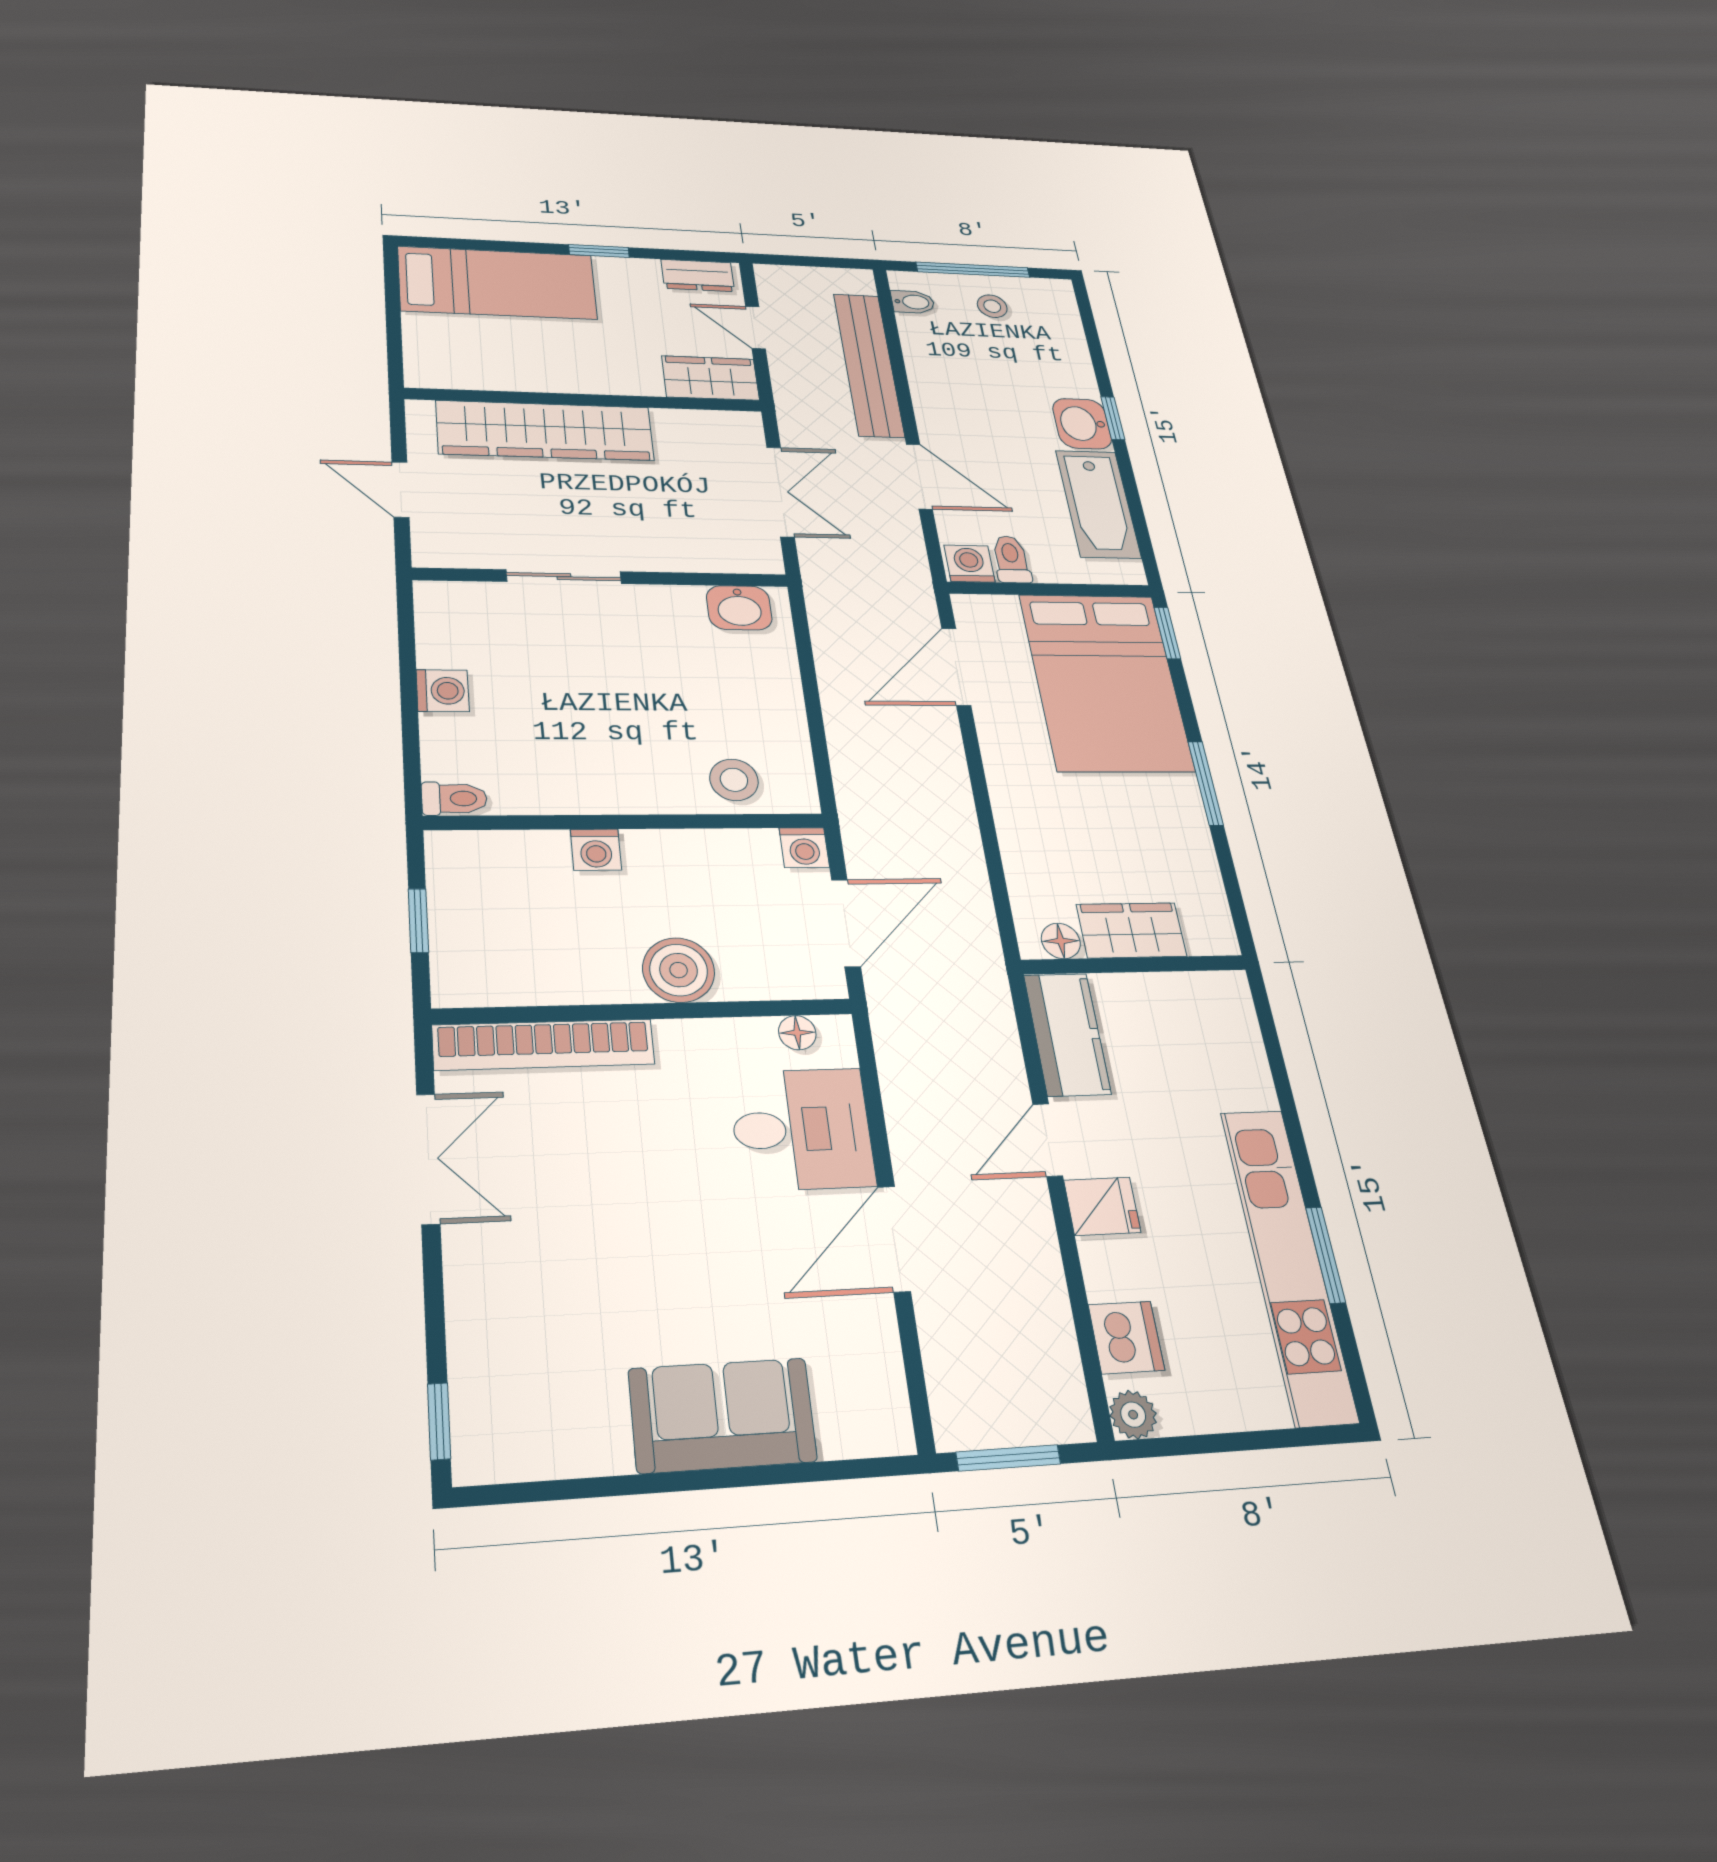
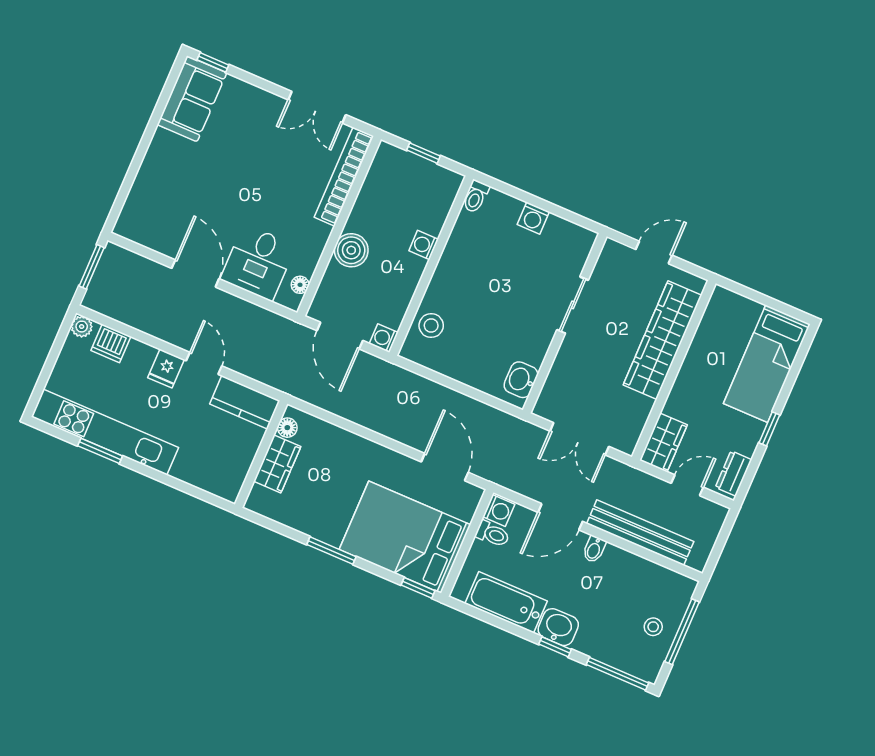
bidet: (913, 302) -> (594, 549), moved
window: (1090, 329) -> (618, 674), added
sofa: (722, 1415) -> (192, 99), moved

